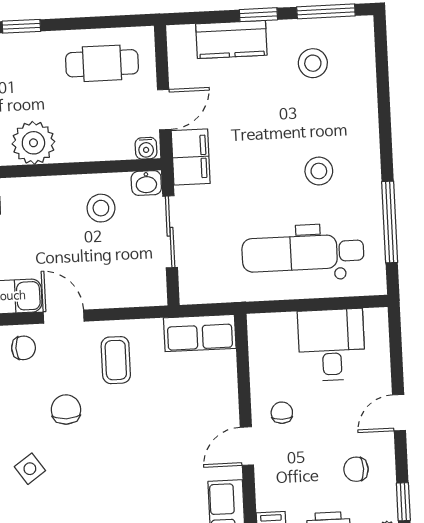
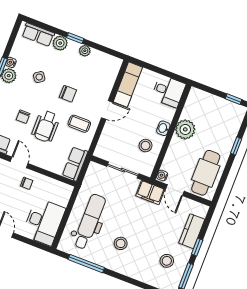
cafe table: (102, 63) -> (206, 173), width x1.37, depth x1.35
washbasin: (146, 183) -> (163, 128), moved
desk: (331, 345) -> (44, 222), width x1.37
chair: (24, 348) -> (23, 117), moved
wheelchair: (151, 425) -> (46, 126), added
side table: (30, 469) -> (39, 77), moved

